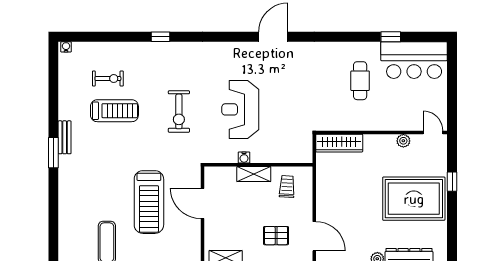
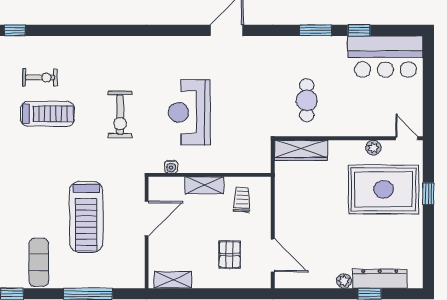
window: (161, 37) -> (15, 30), moved
window: (352, 37) -> (316, 30), added
cafe table: (360, 81) -> (307, 100), moved
water cooler: (244, 158) -> (171, 167), moved
rug: (414, 199) -> (384, 189), moved
door: (202, 203) -> (147, 218), swing flipped
pallet: (276, 236) -> (230, 255), turned 90

